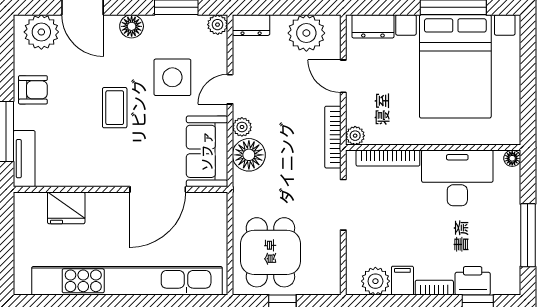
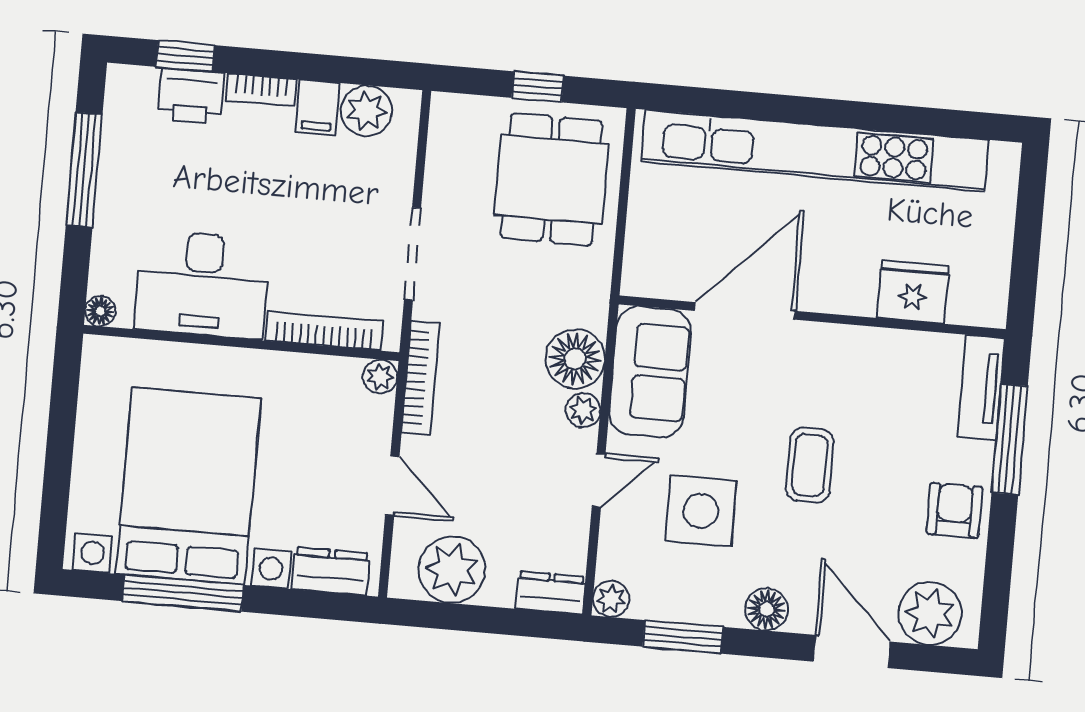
armchair: (33, 90) -> (954, 510), turned 90

